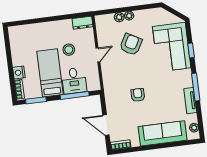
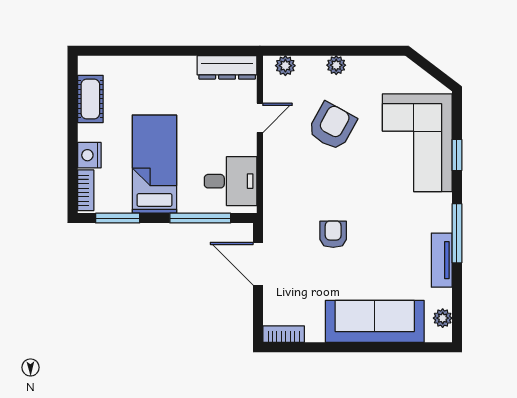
plant: (119, 17) -> (285, 66), moved
dresser: (82, 23) -> (227, 67), width x1.44
cot: (16, 46) -> (90, 99), added
stool: (69, 50) -> (200, 120), removed
door: (98, 55) -> (260, 118), moved
desk: (74, 81) -> (231, 181), moved, turned -90
door: (106, 125) -> (258, 264), moved

